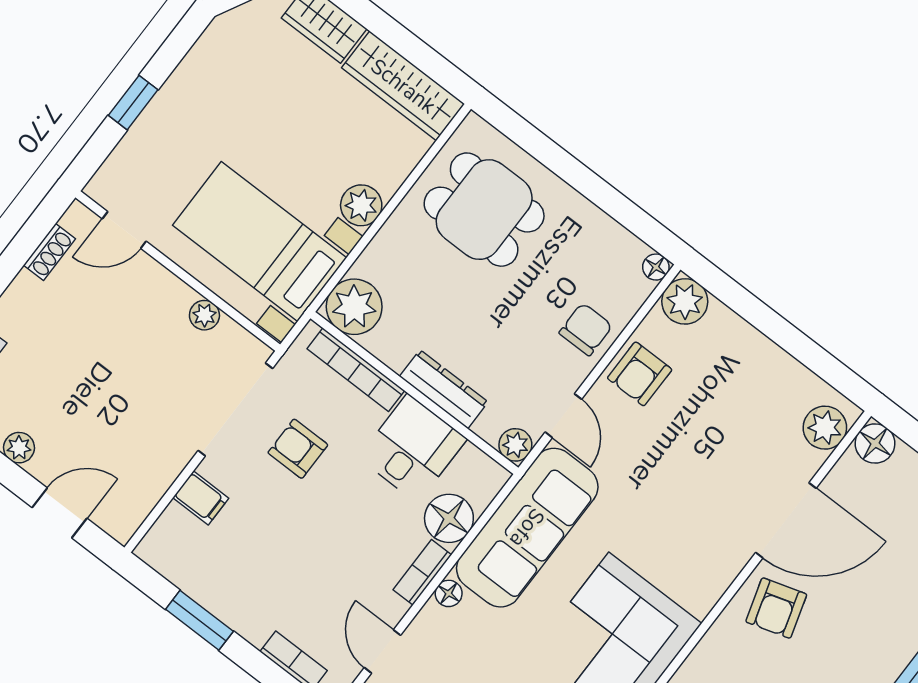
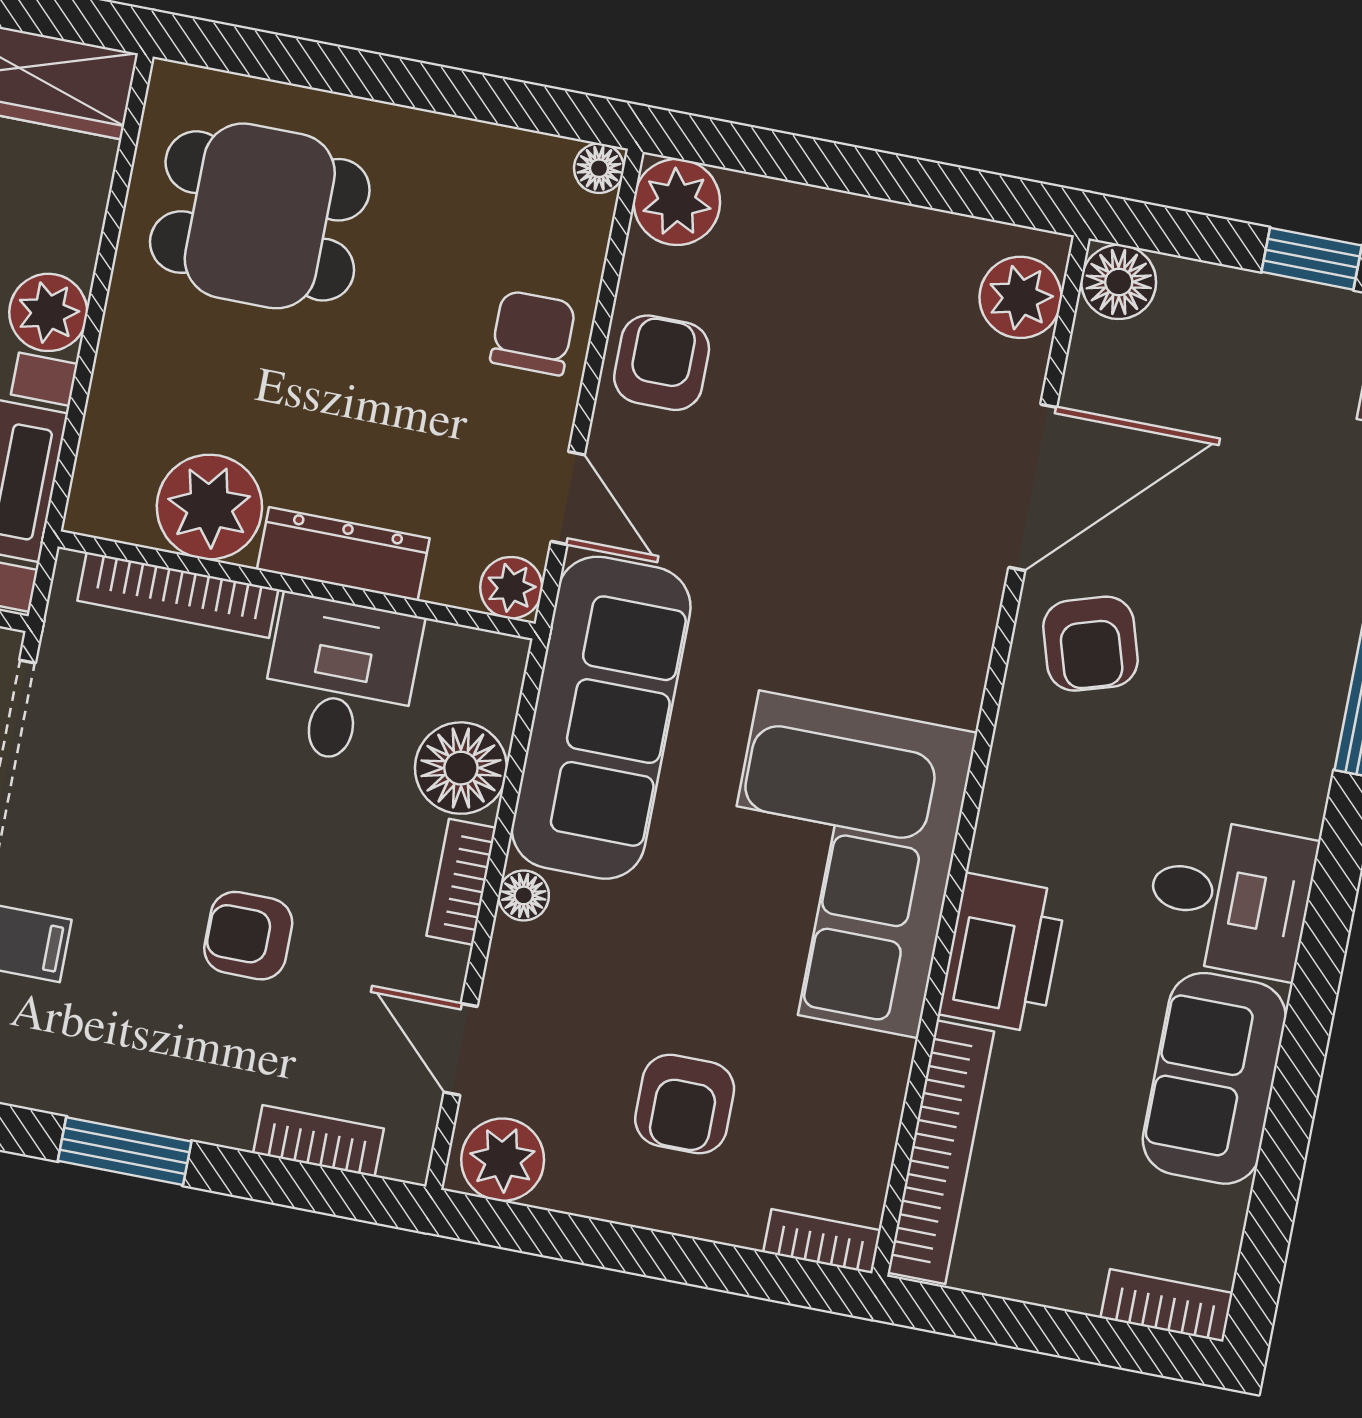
plant: (354, 307) -> (209, 507), moved
armchair: (640, 374) -> (662, 363), turned 180
armchair: (298, 449) -> (248, 936), moved

